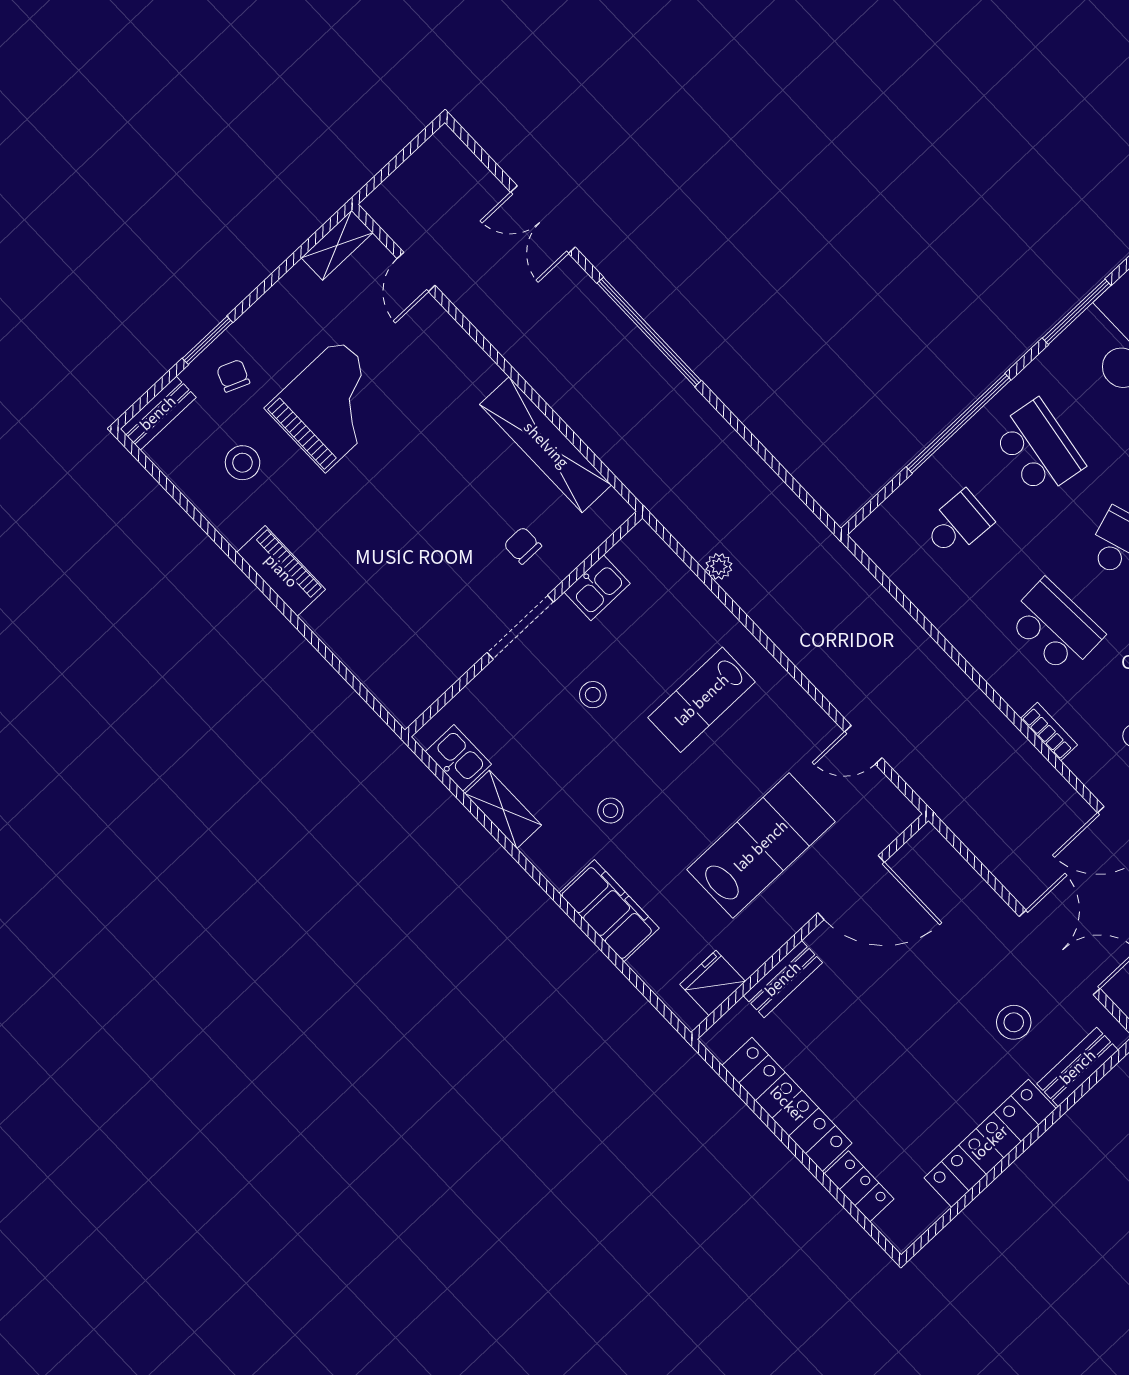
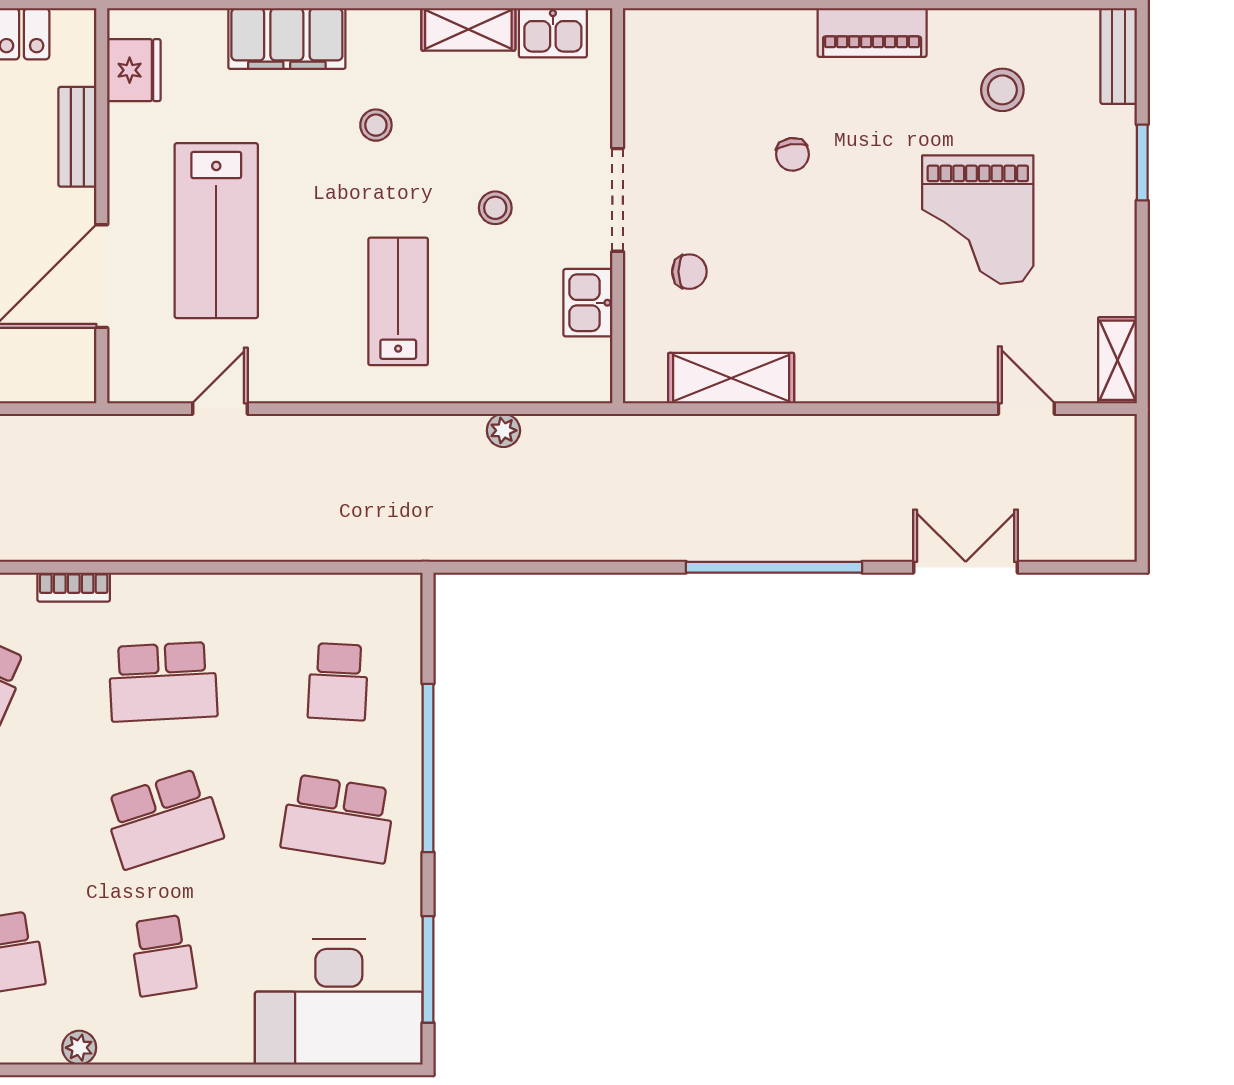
chair: (233, 376) -> (792, 154), moved, turned 60
shelving: (546, 445) -> (731, 378), width x0.68

